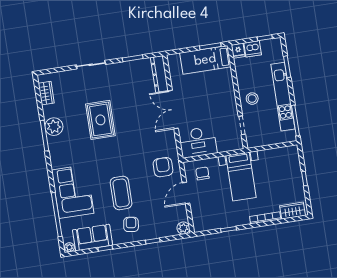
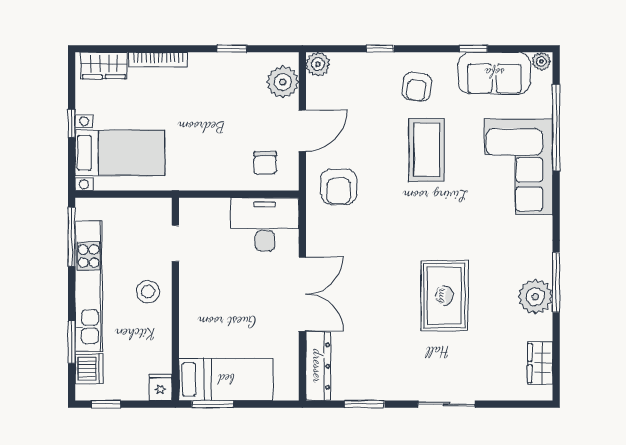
dishwasher: (253, 49) -> (89, 369), moved, turned 90
bed with nightstands: (241, 177) -> (120, 153), moved, turned 90
plant: (200, 216) -> (283, 82), added

